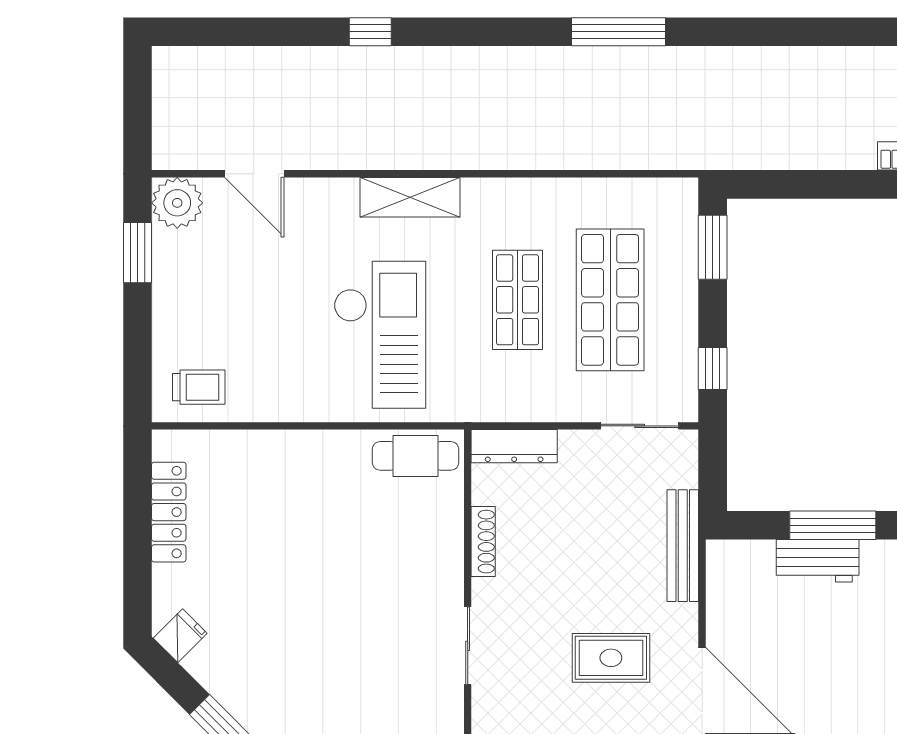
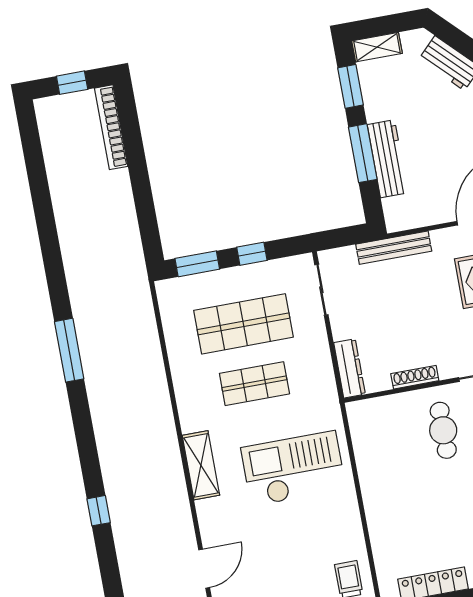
window: (713, 369) -> (252, 254), moved
cafe table: (416, 456) -> (443, 430), moved
workbench: (818, 561) -> (388, 159), width x1.38

